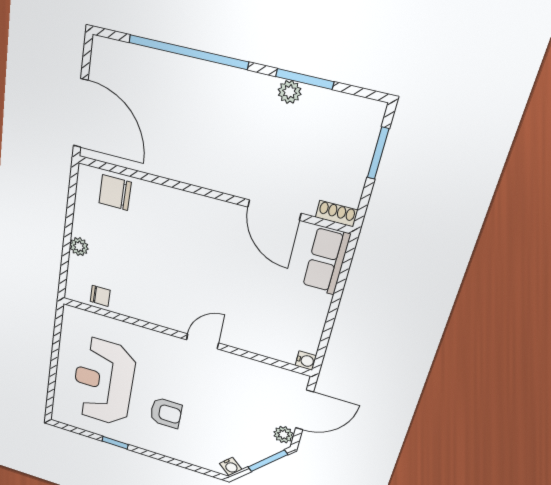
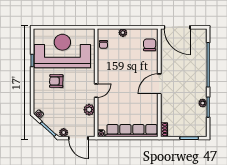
door: (81, 113) -> (177, 27), hinge flipped
door: (274, 210) -> (159, 84), moved
row of seats: (326, 261) -> (132, 131), width x2.02
door: (202, 341) -> (96, 91), hinge flipped
plant: (244, 369) -> (89, 110), added
reception desk: (103, 382) -> (62, 51), width x1.36, depth x1.30
armchair: (166, 413) -> (56, 81), turned 91

